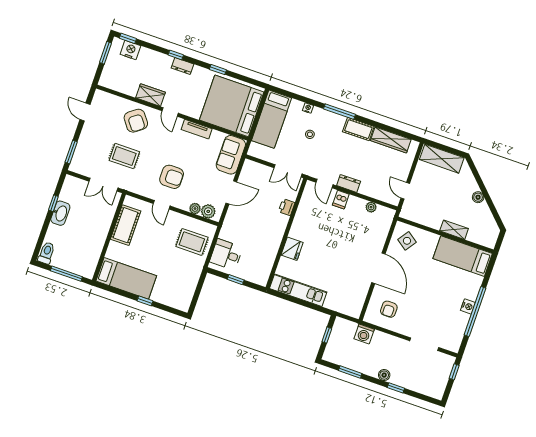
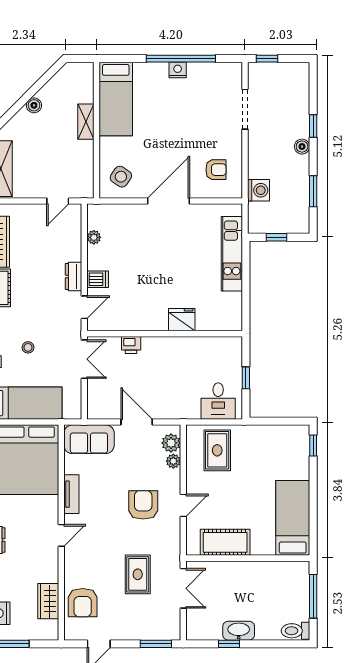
wardrobe: (150, 95) -> (48, 601), moved
armchair: (136, 121) -> (83, 603), moved, turned 127
kitchen unit: (298, 290) -> (232, 254), moved
window: (145, 301) -> (313, 445), moved

